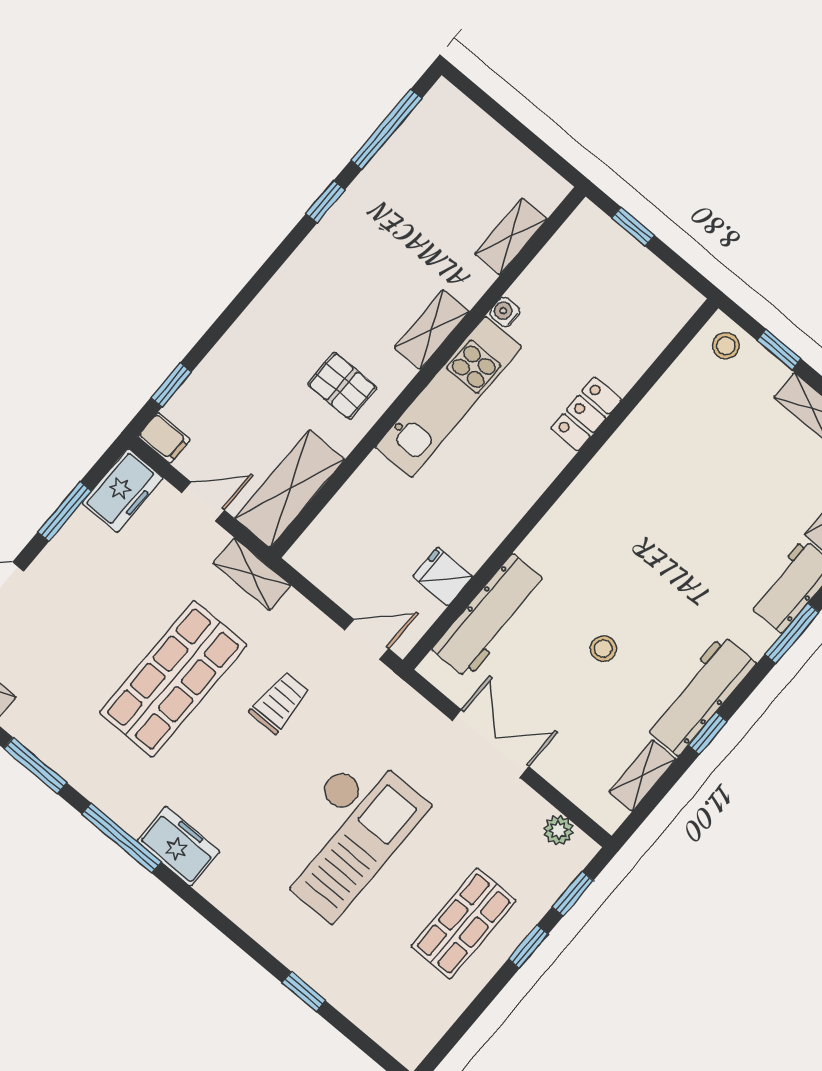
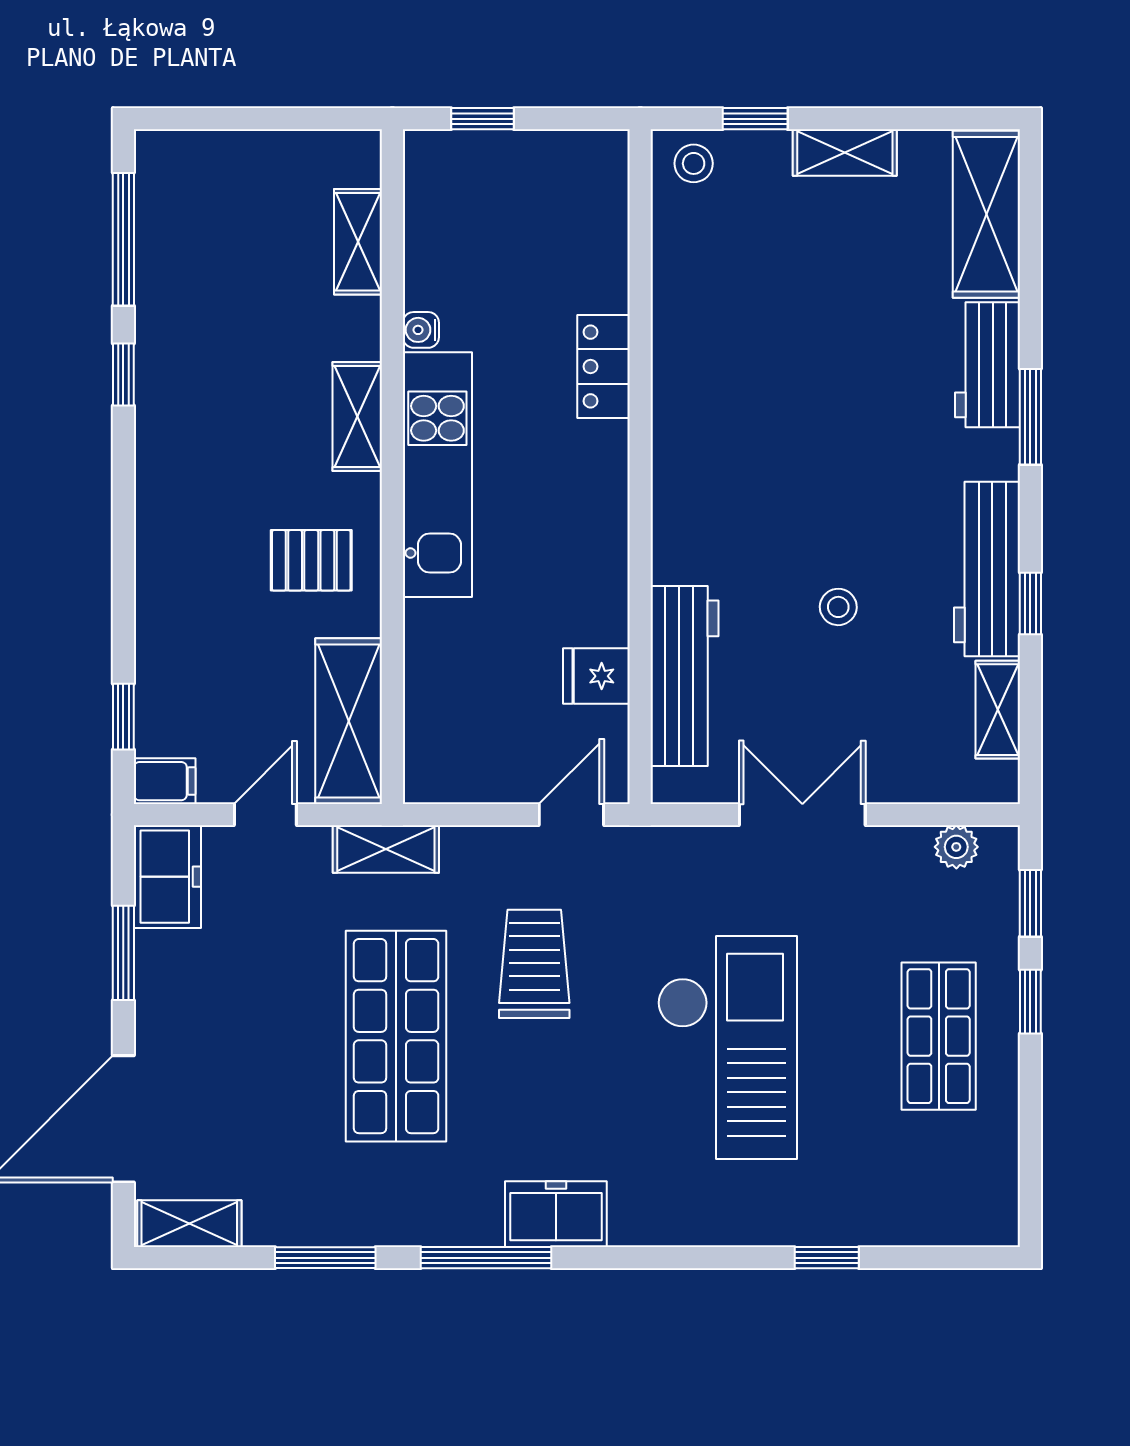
trolley: (280, 703) -> (534, 964), width x1.36, depth x1.39

